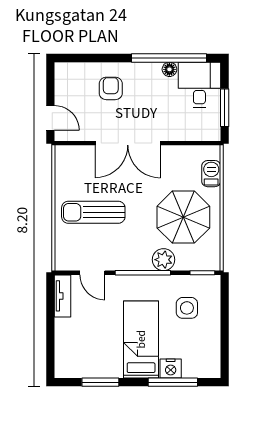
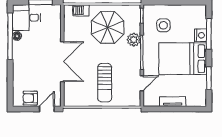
armchair: (111, 88) -> (30, 98), moved
tv unit: (63, 296) -> (173, 102), moved
bed: (141, 339) -> (183, 59), width x1.50

